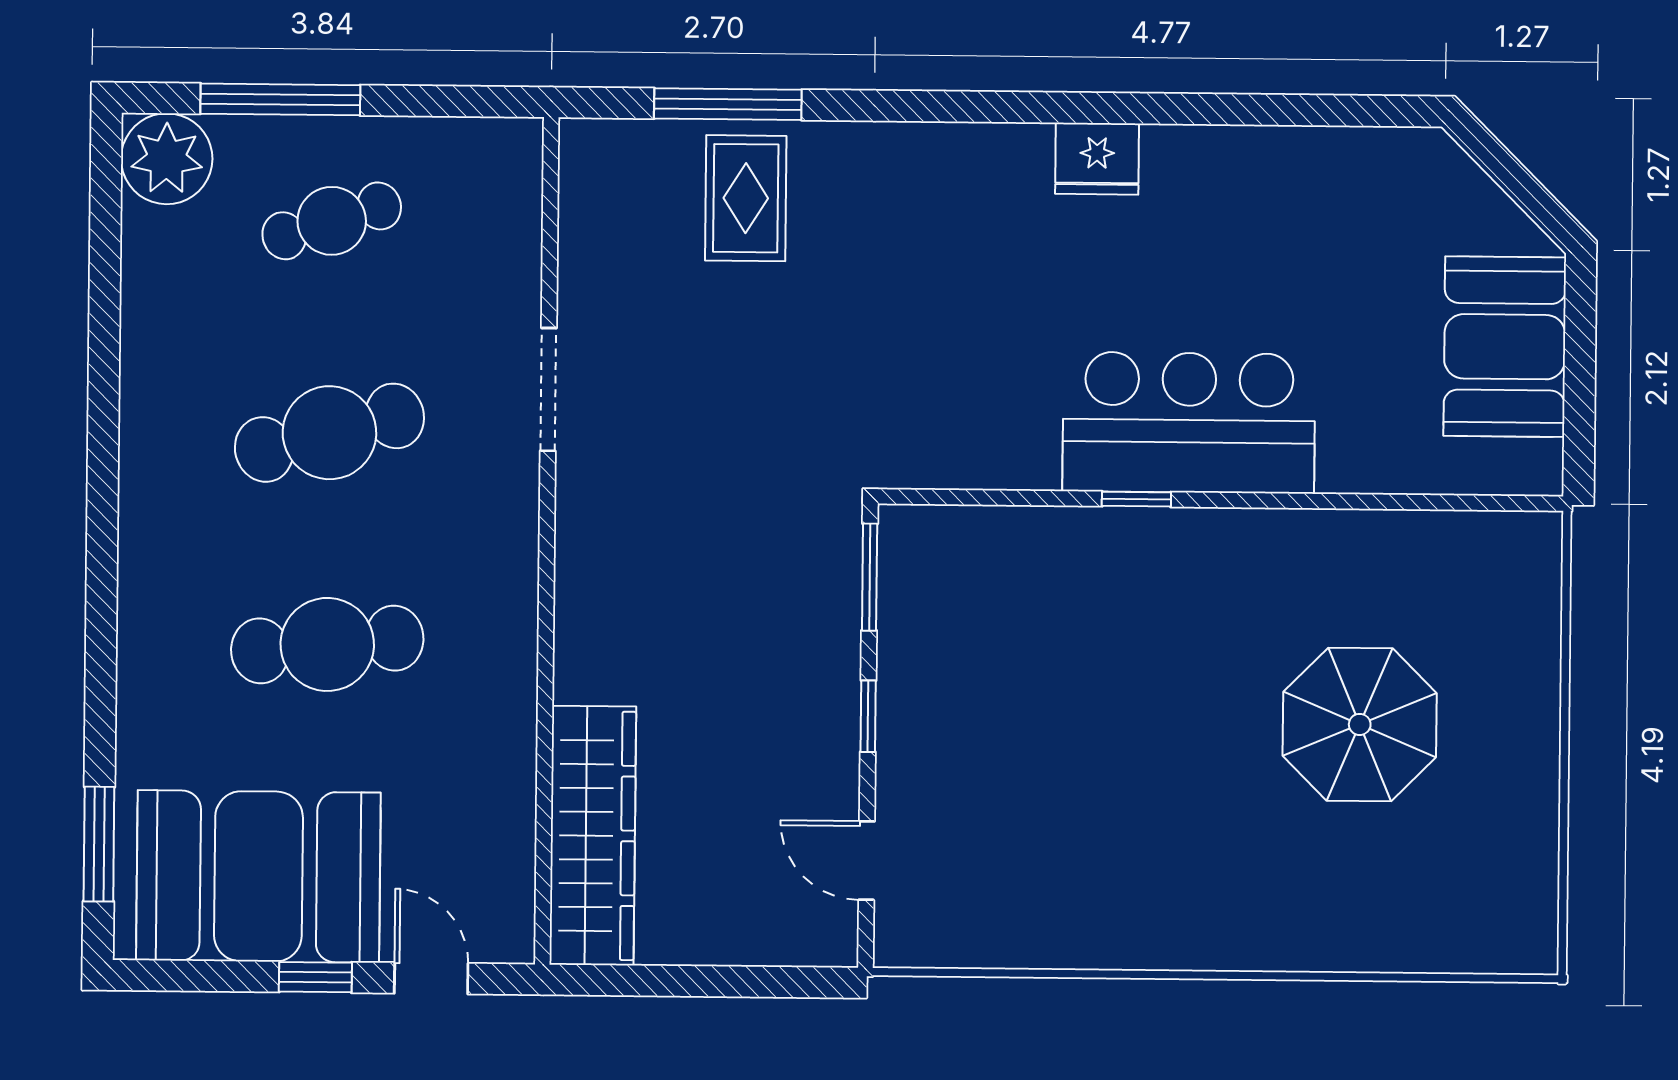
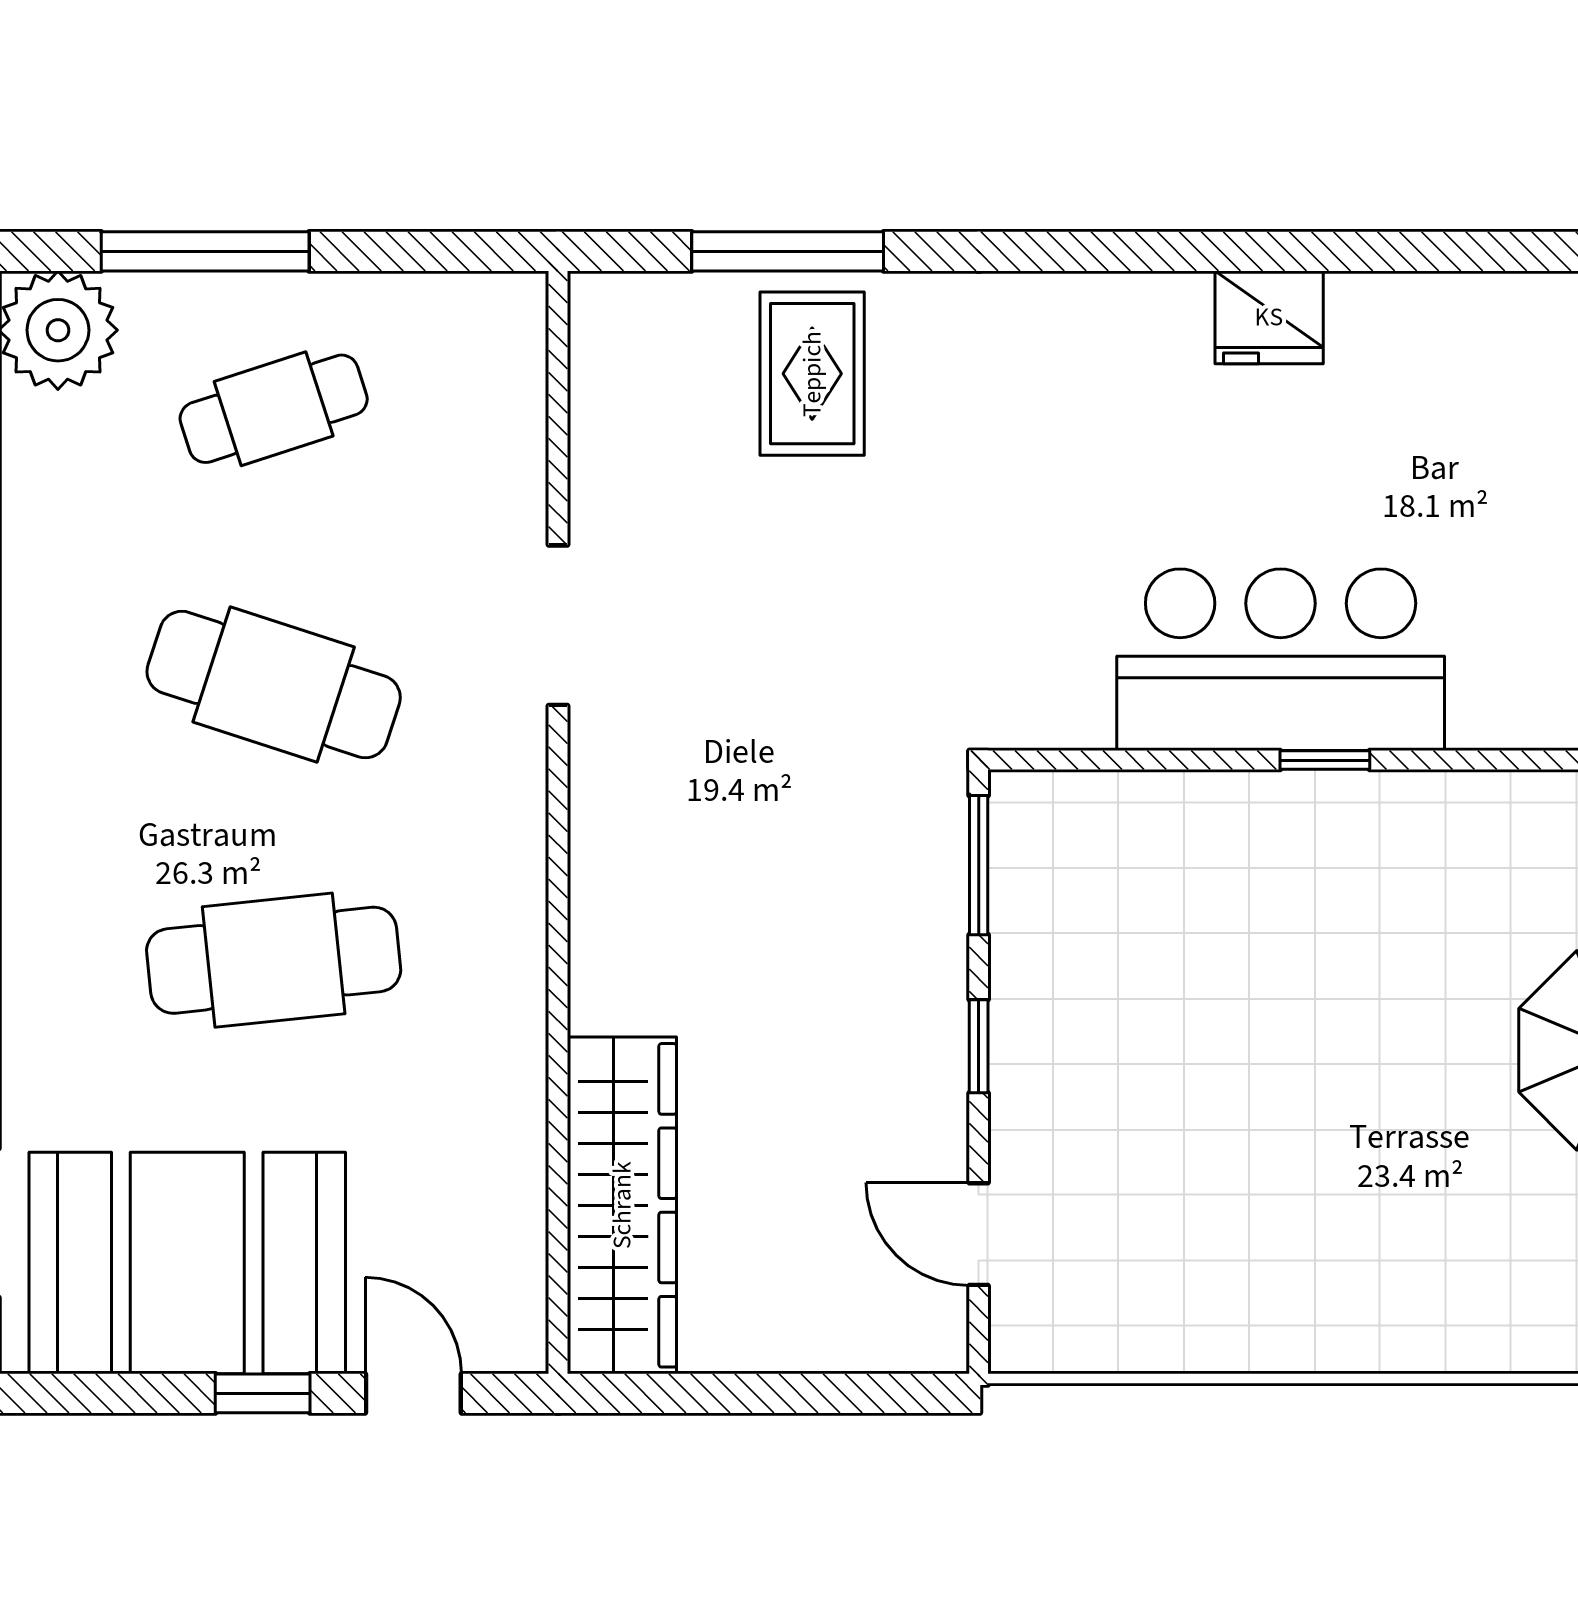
bar counter: (1189, 423) -> (1281, 660), moved
cafe table: (329, 433) -> (274, 685), turned 33

